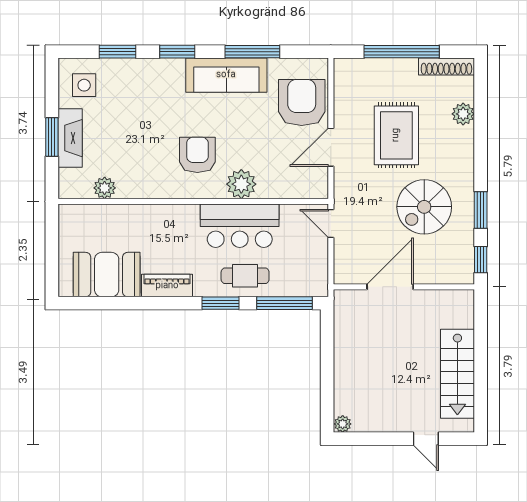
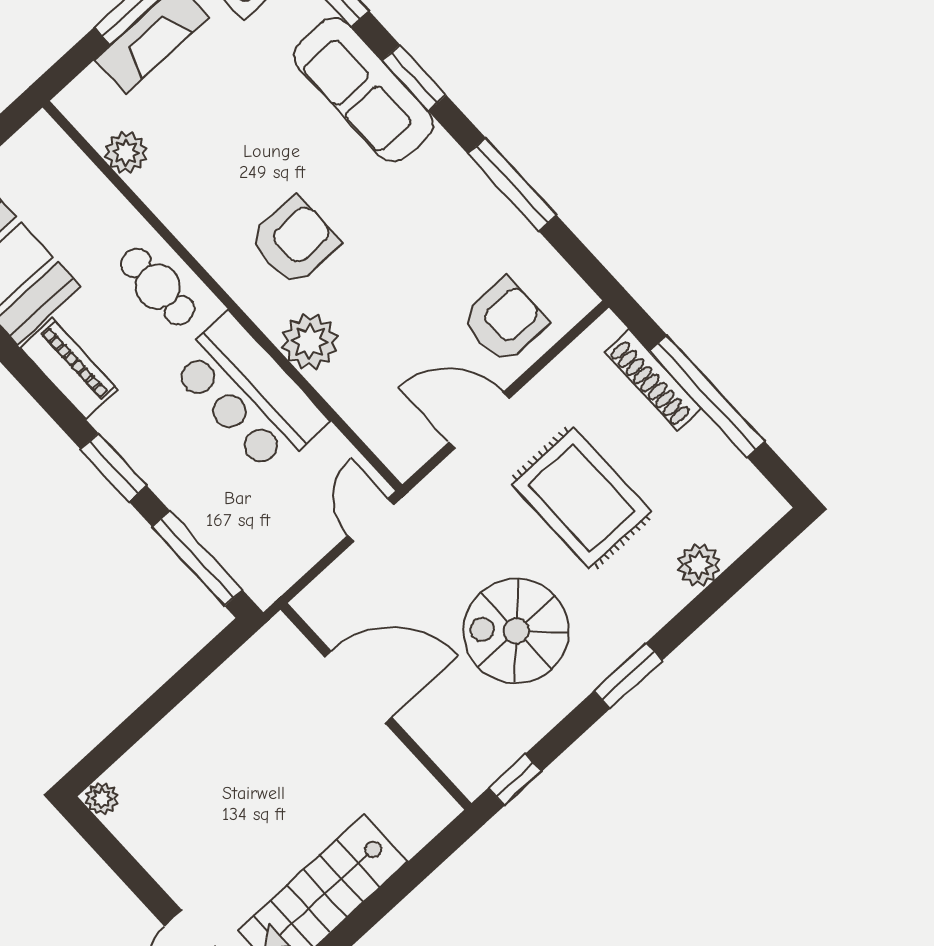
shoe rack: (446, 67) -> (653, 380), moved
sofa: (226, 75) -> (364, 90), moved
armchair: (302, 102) -> (505, 321), width x0.73, depth x0.73
rug: (396, 135) -> (581, 498), turned 90
window: (481, 210) -> (628, 676), moved
cafe table: (245, 276) -> (158, 287), moved

